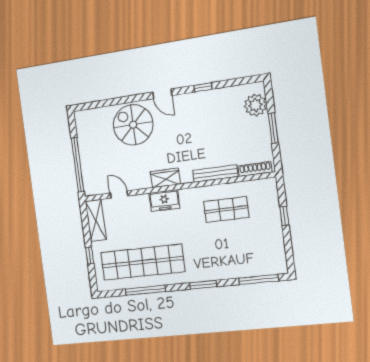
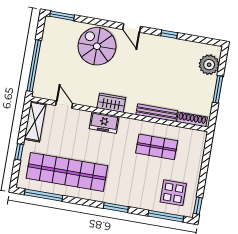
window: (89, 106) -> (62, 16), added
window: (284, 216) -> (198, 206), moved
display table: (259, 253) -> (173, 193), added
window: (145, 290) -> (44, 195), moved

